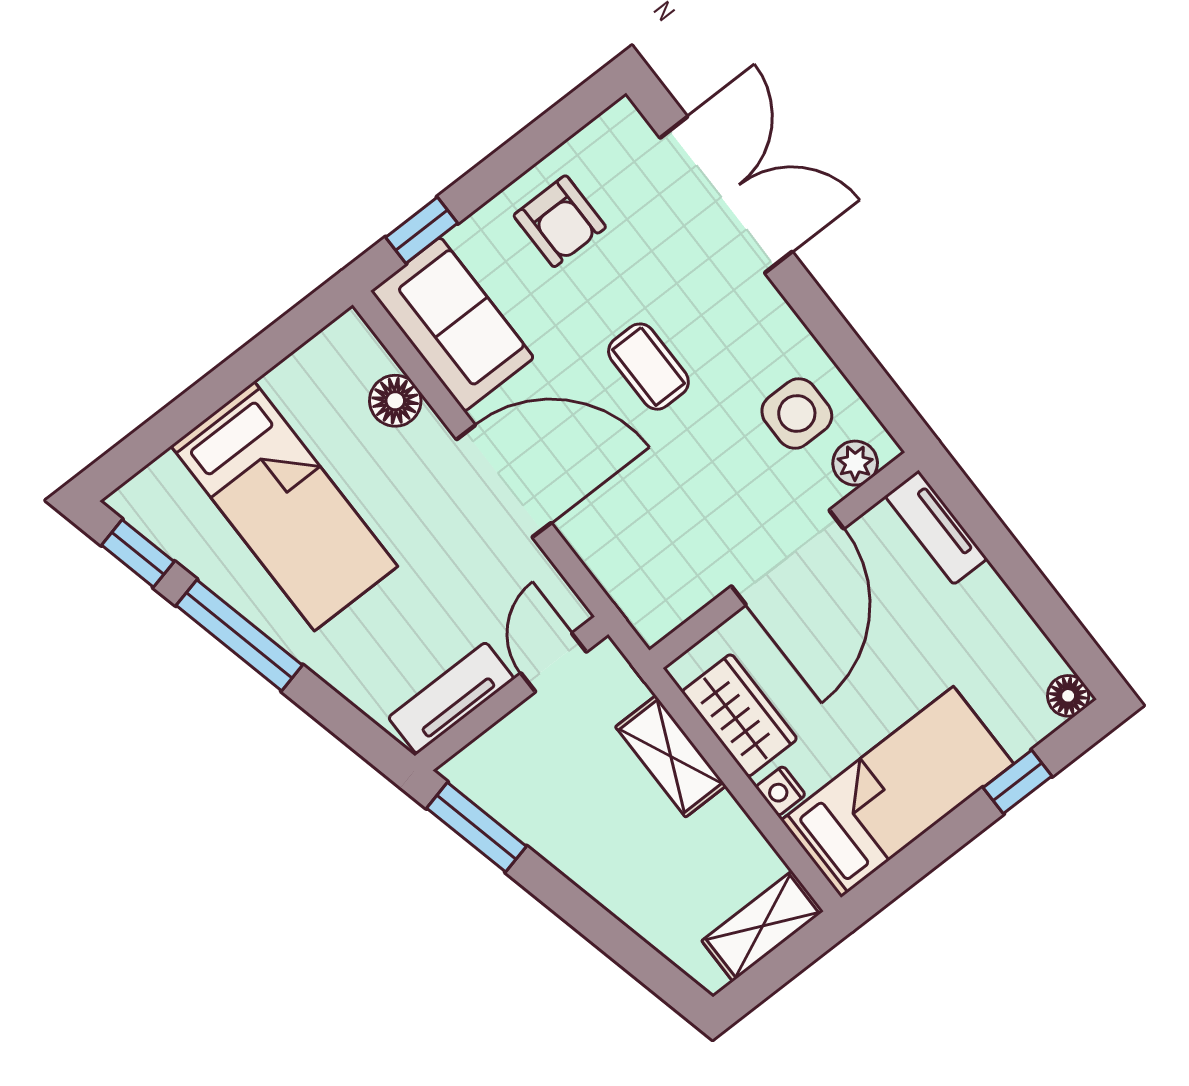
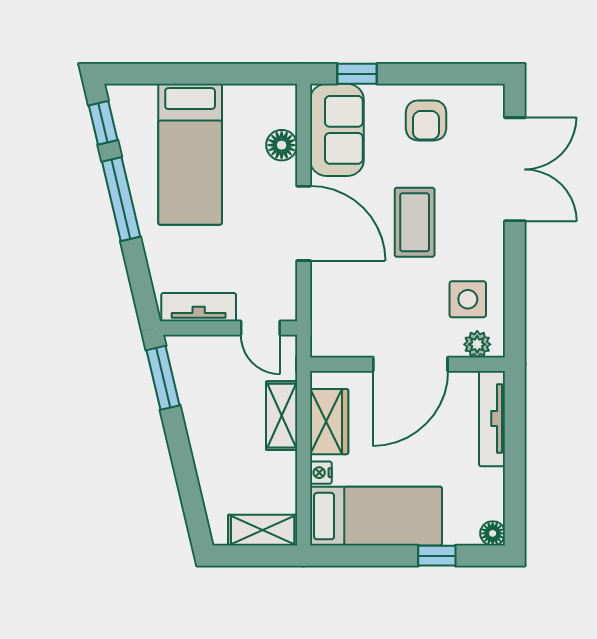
coffee table: (648, 367) -> (415, 222), width x1.36, depth x1.30
tv unit: (936, 527) -> (492, 419), width x1.41
door: (554, 663) -> (260, 328), swing flipped

